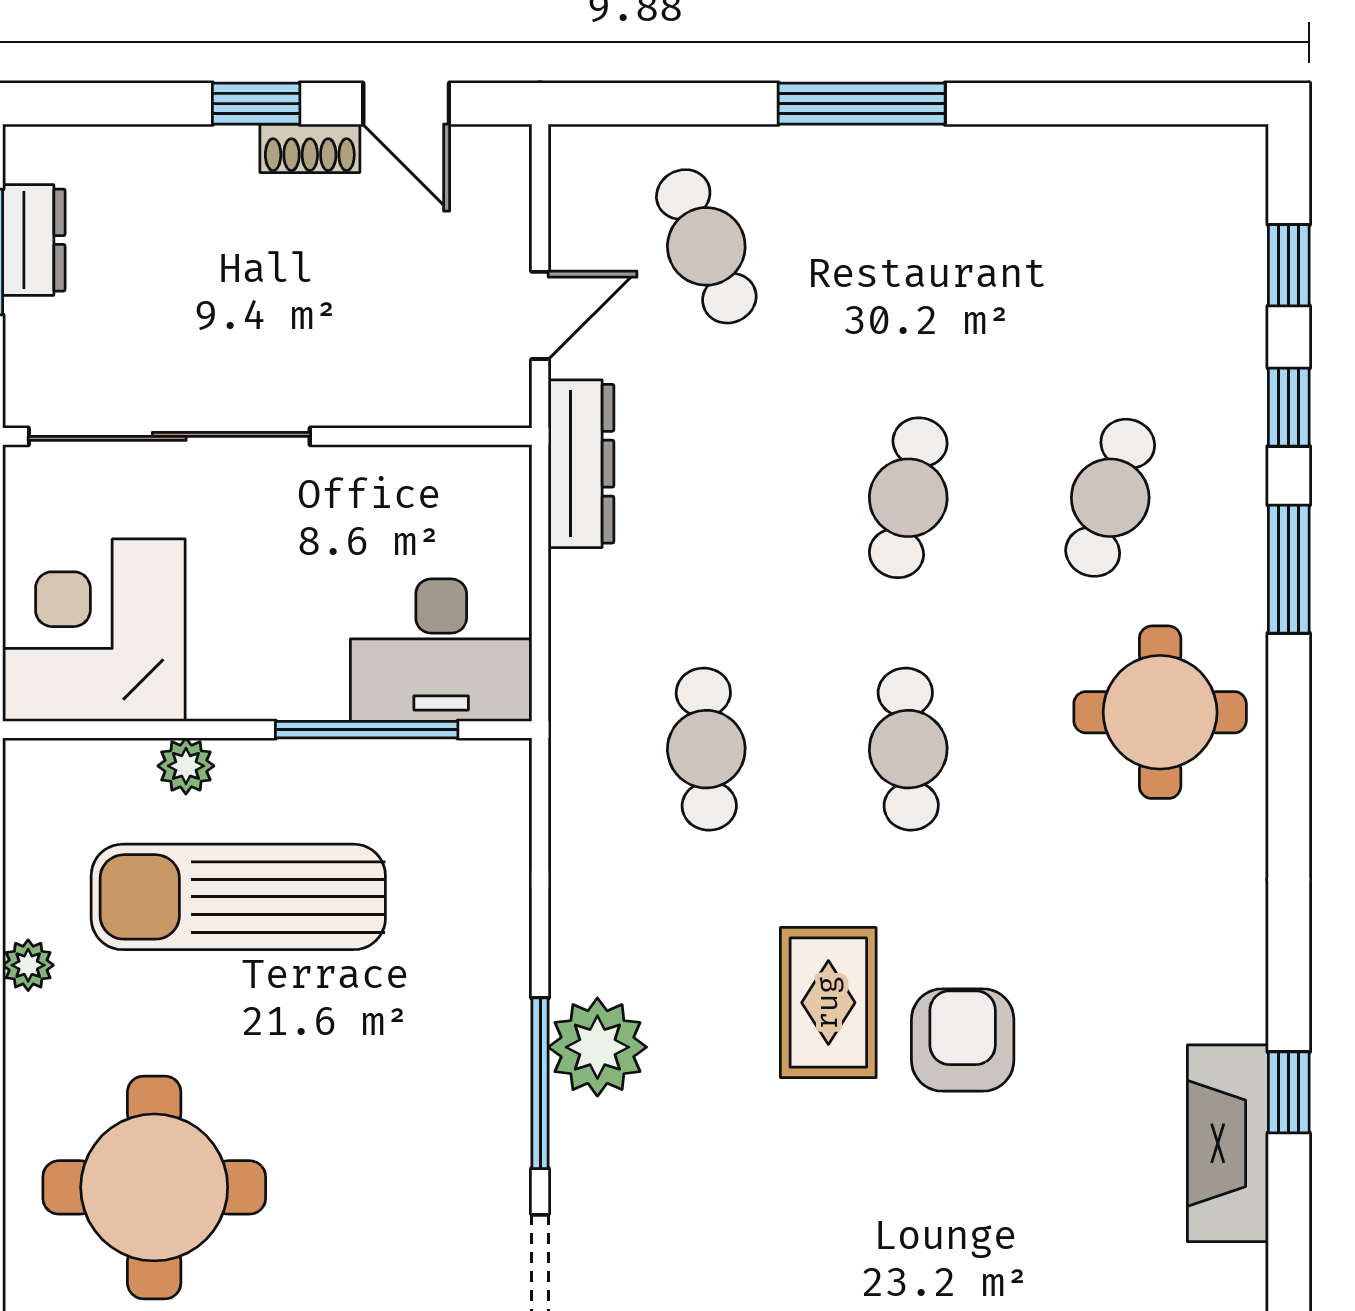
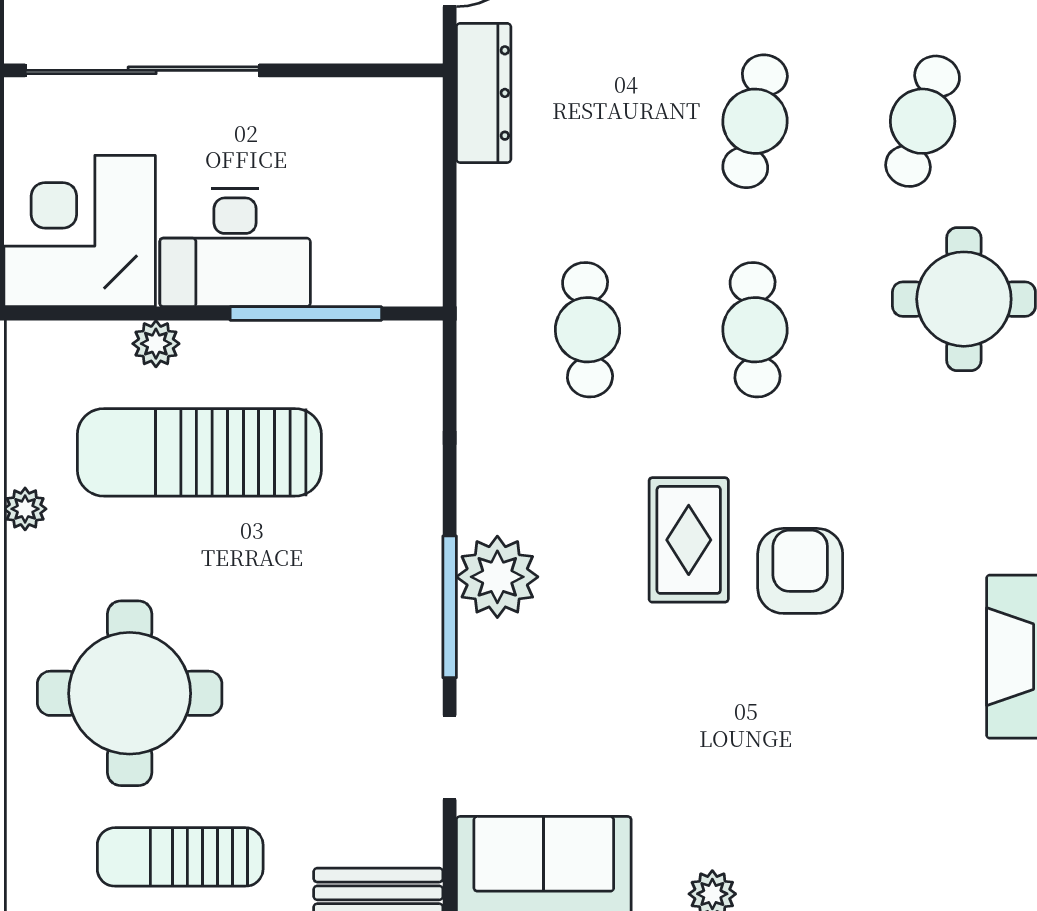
desk: (441, 650) -> (235, 248), moved

